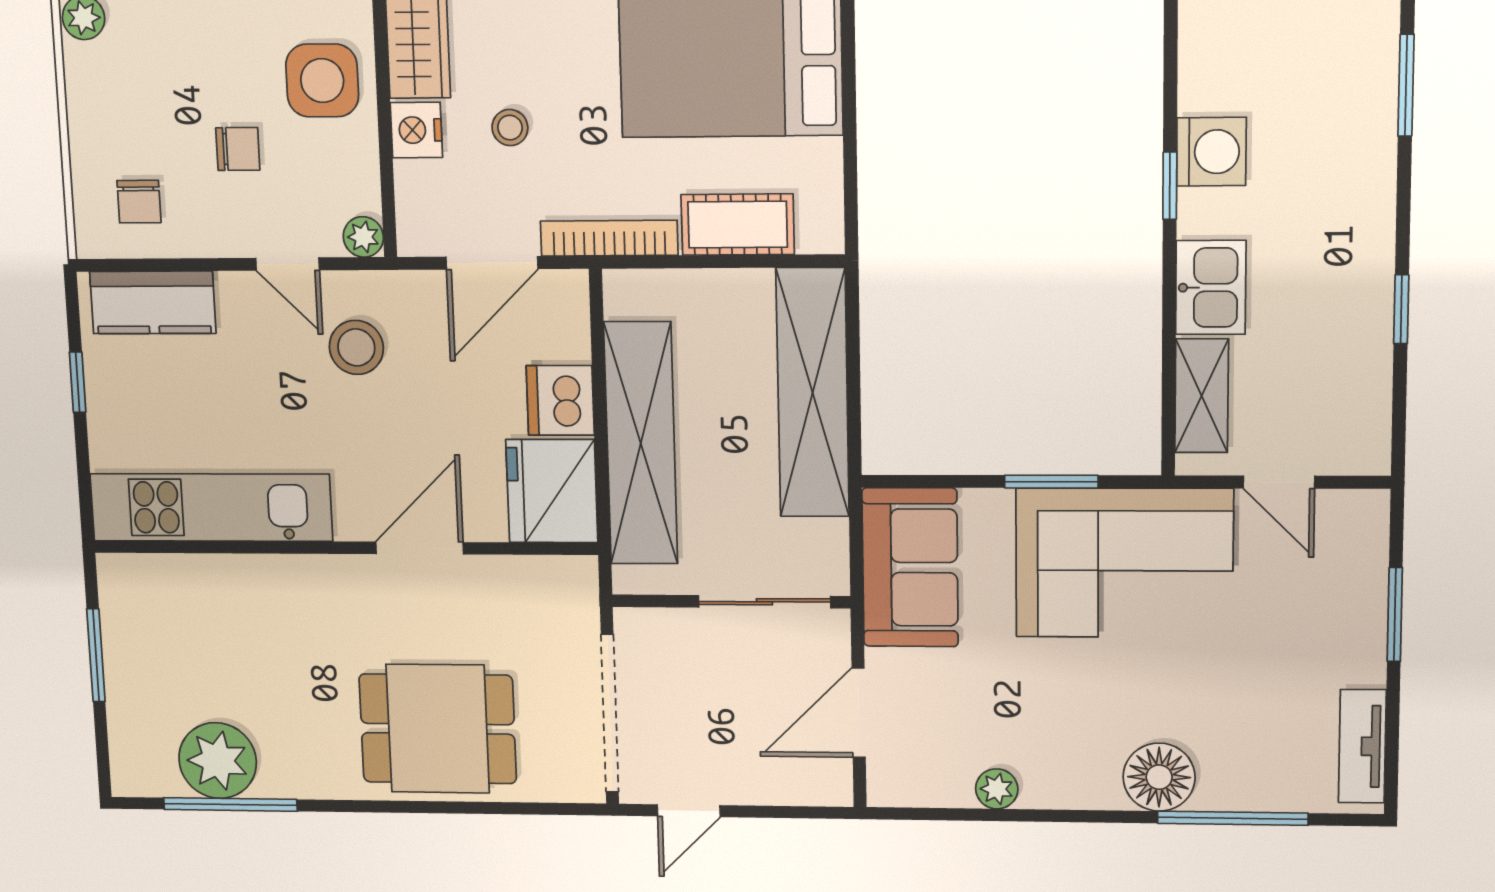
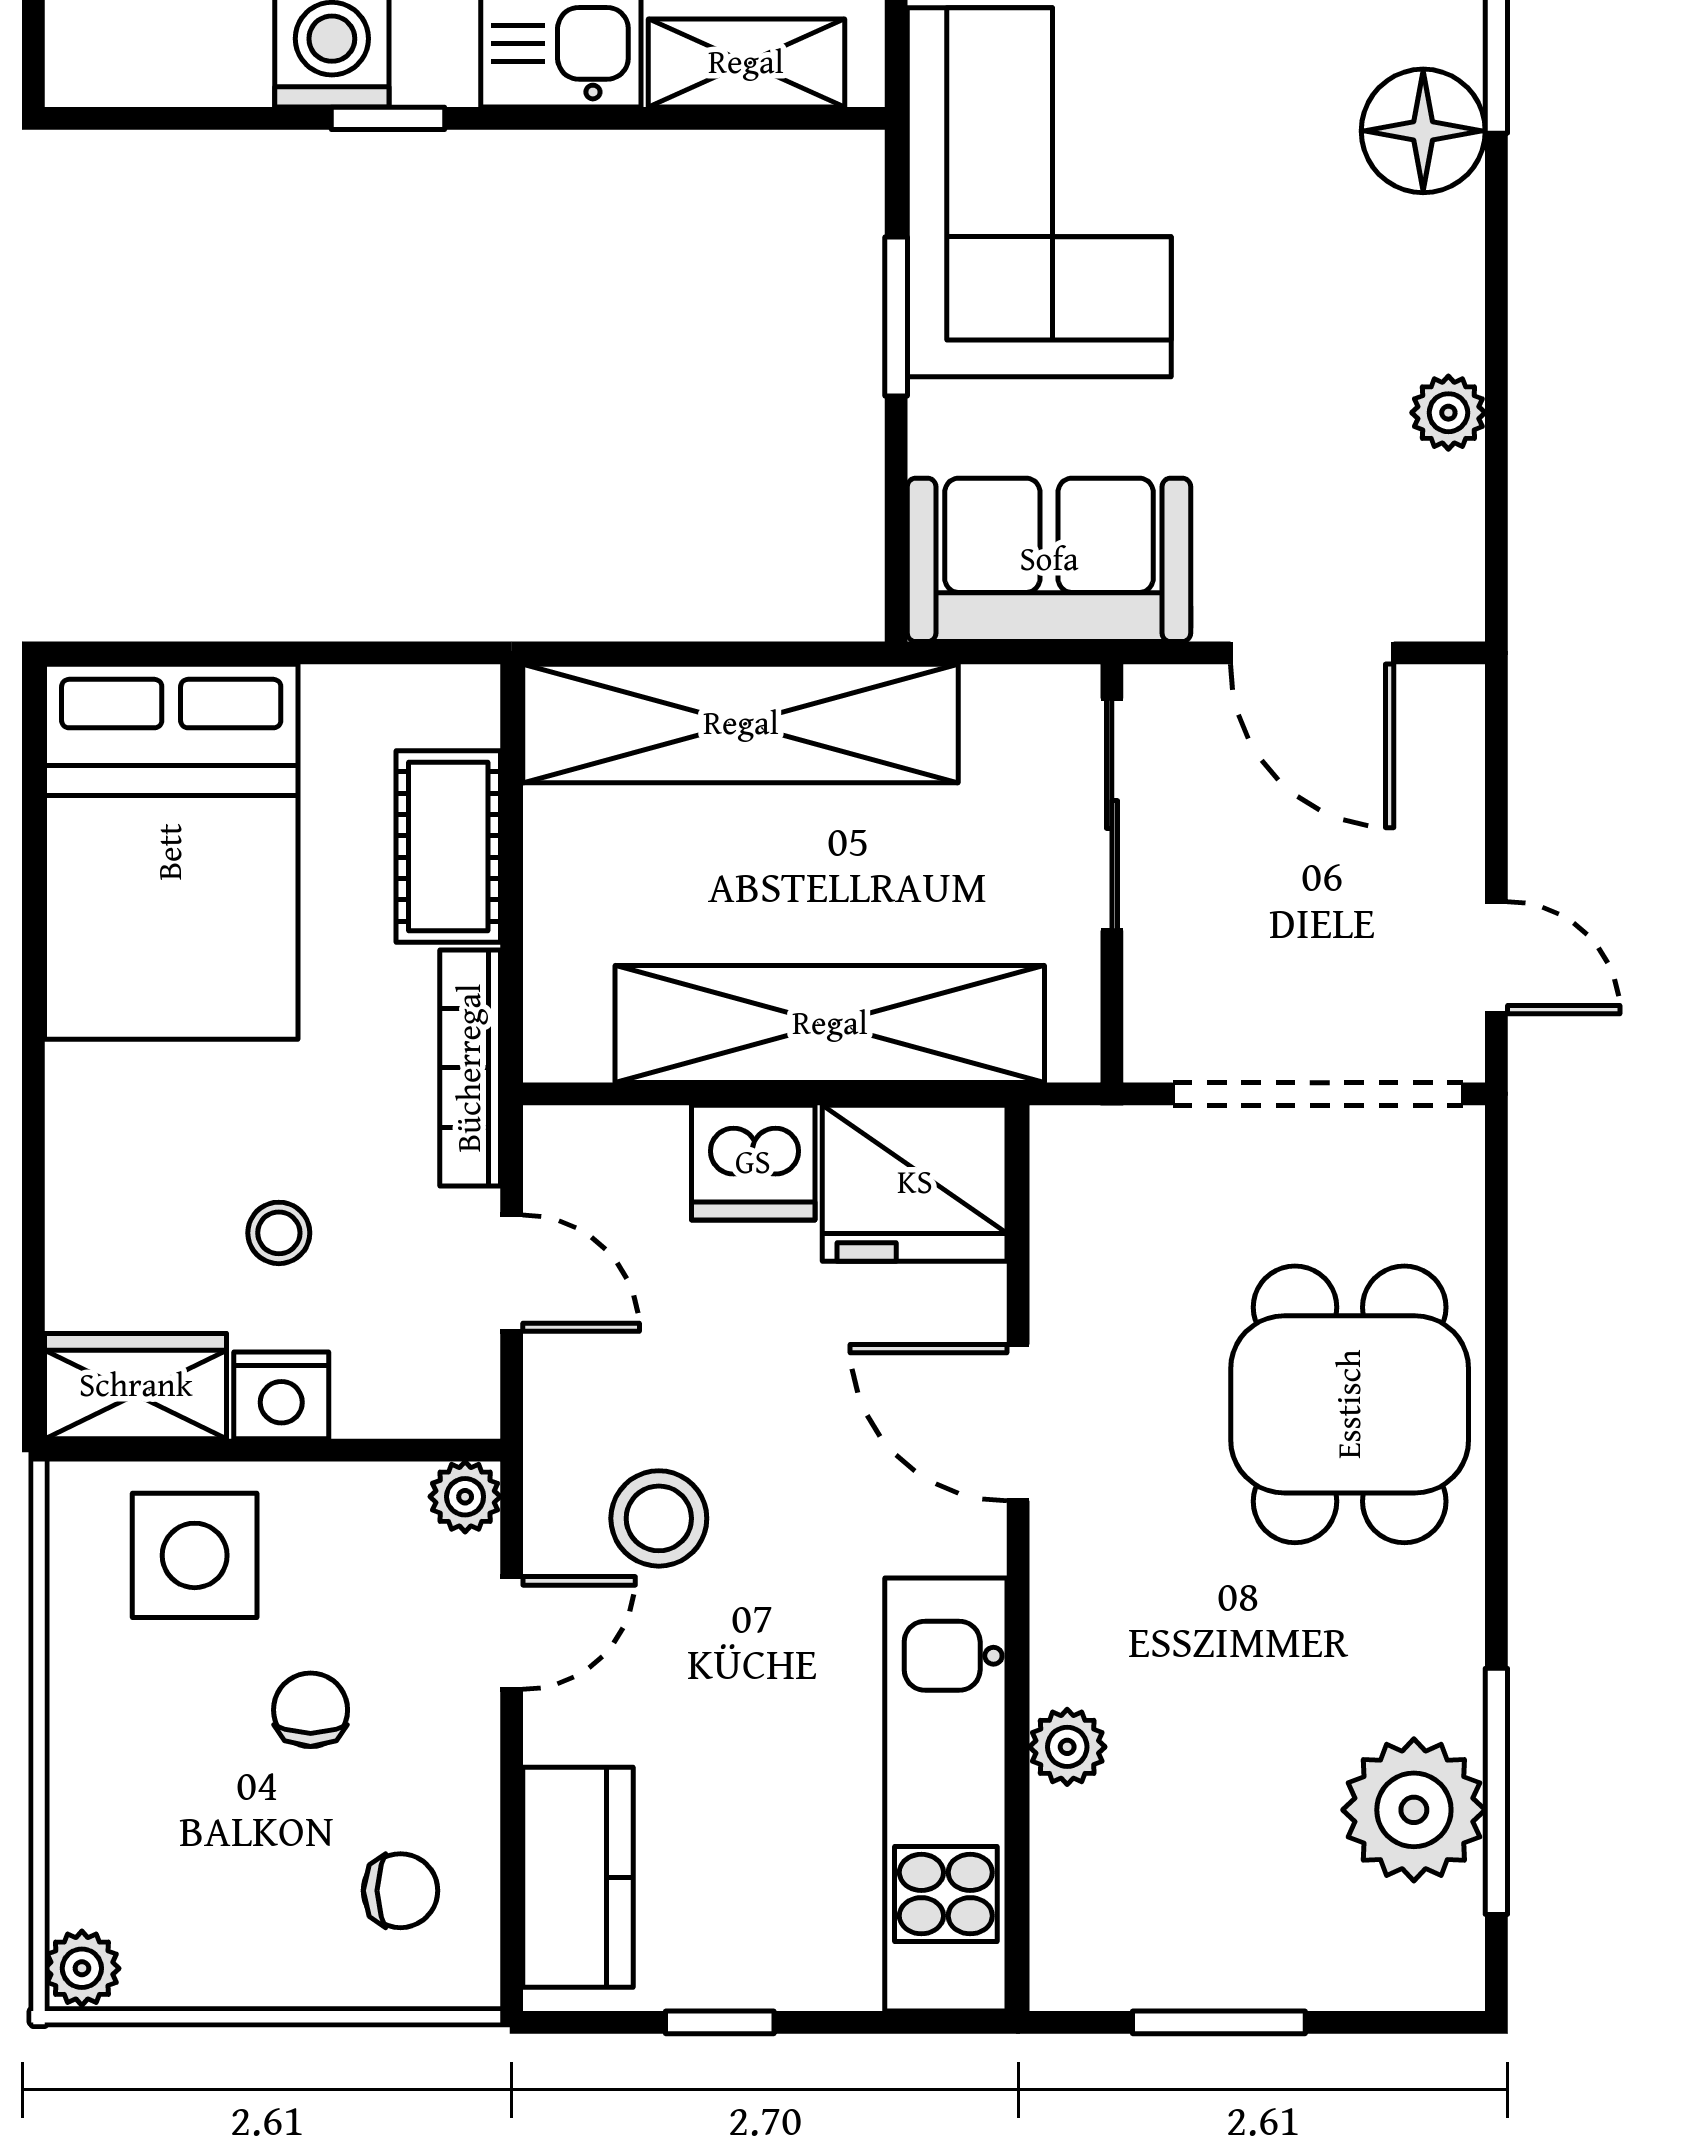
door: (492, 263) -> (512, 1273), width x0.73
plant: (241, 574) -> (1067, 1747), added

